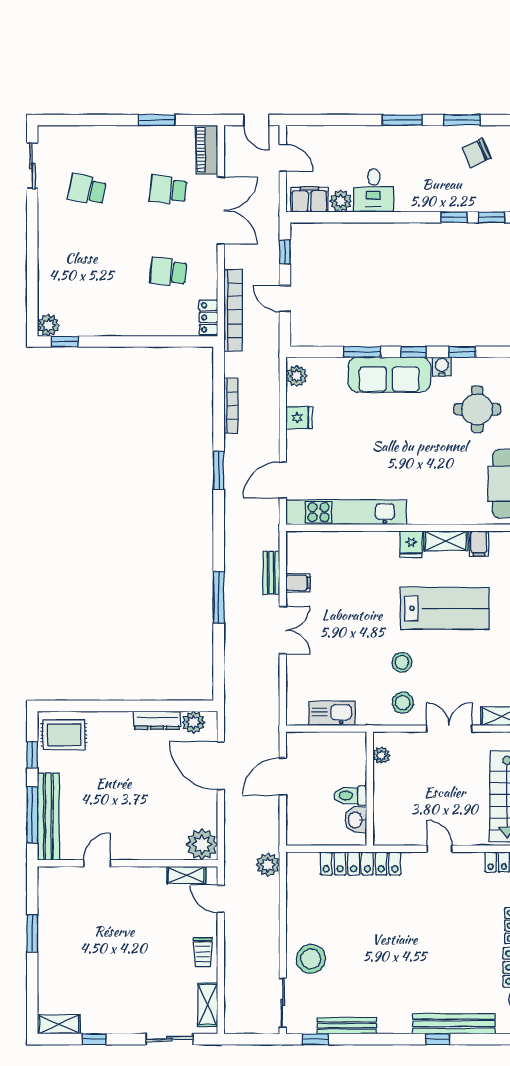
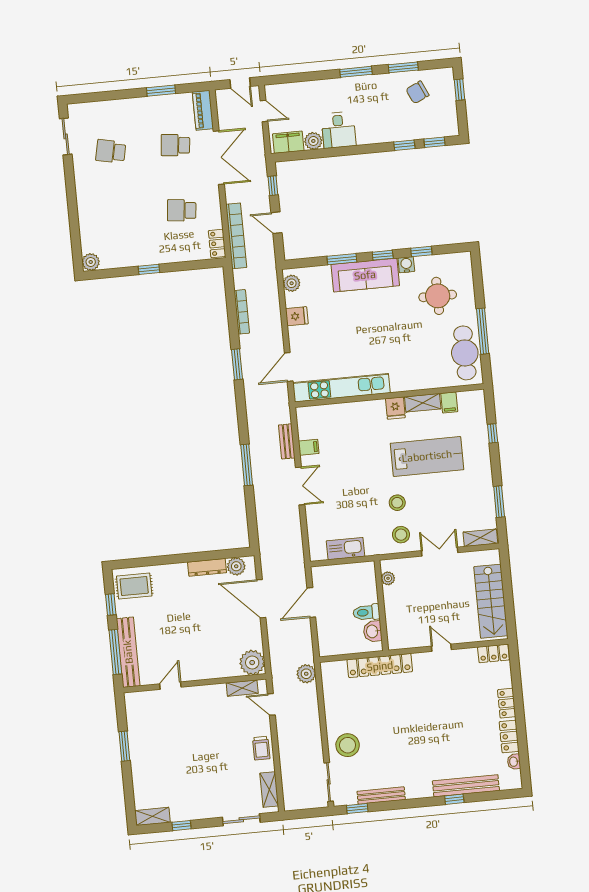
window: (65, 341) -> (149, 269), moved

